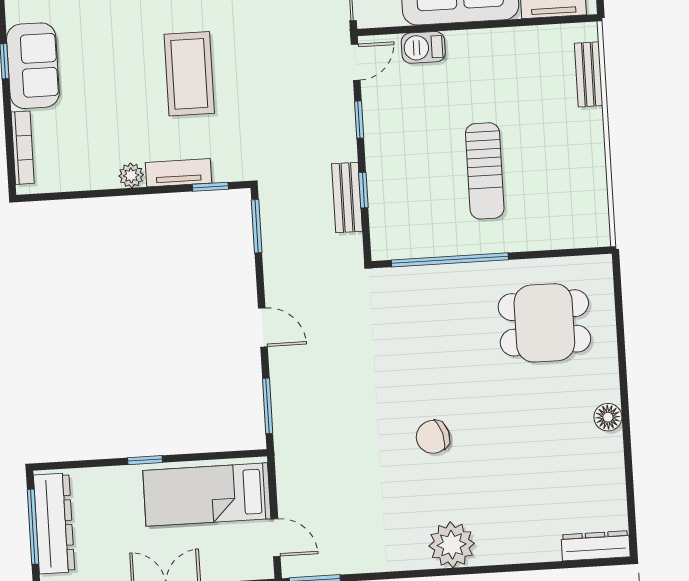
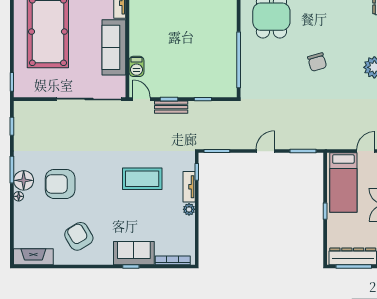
sun lounger: (485, 171) -> (197, 41), removed
bench: (347, 198) -> (171, 107), moved
chair: (433, 437) -> (317, 62), moved

